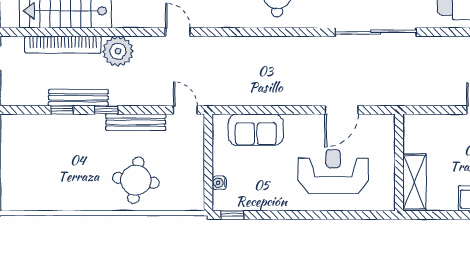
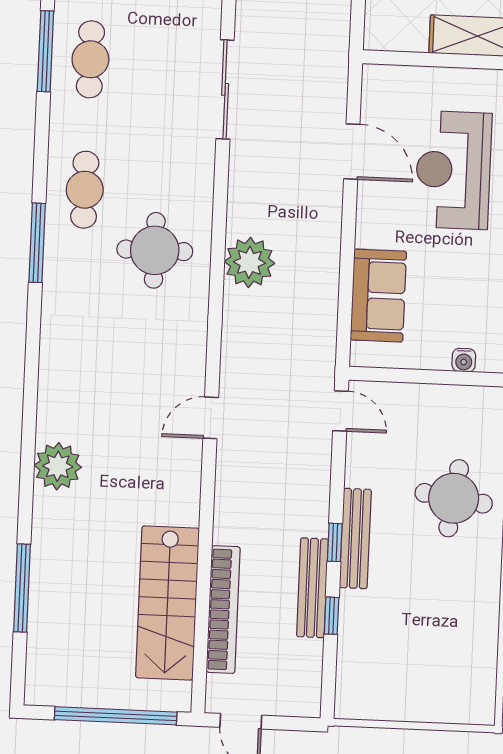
sliding door: (376, 32) -> (225, 89), width x0.73
plant: (118, 51) -> (249, 262), moved
door: (185, 110) -> (340, 411), swing flipped
bench: (136, 122) -> (355, 538), moved

